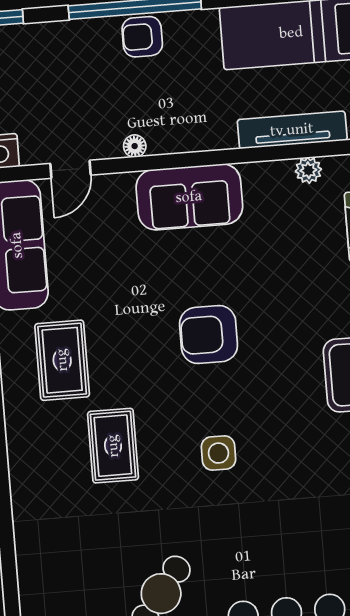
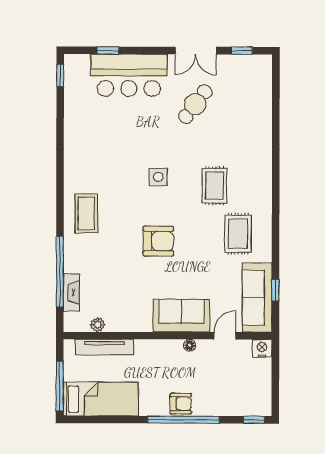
sofa: (189, 197) -> (181, 316), moved

